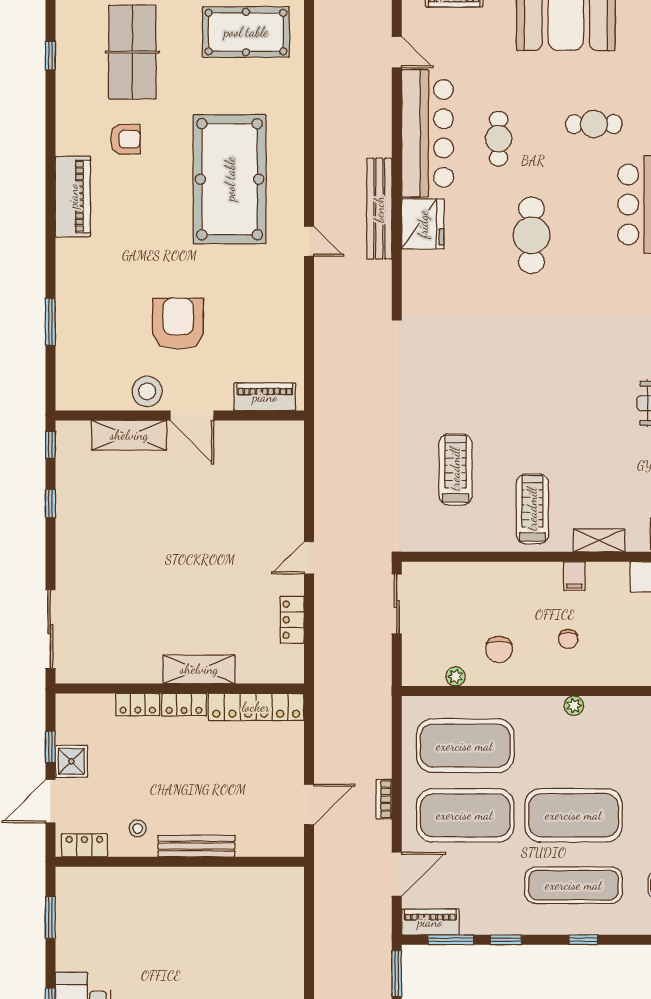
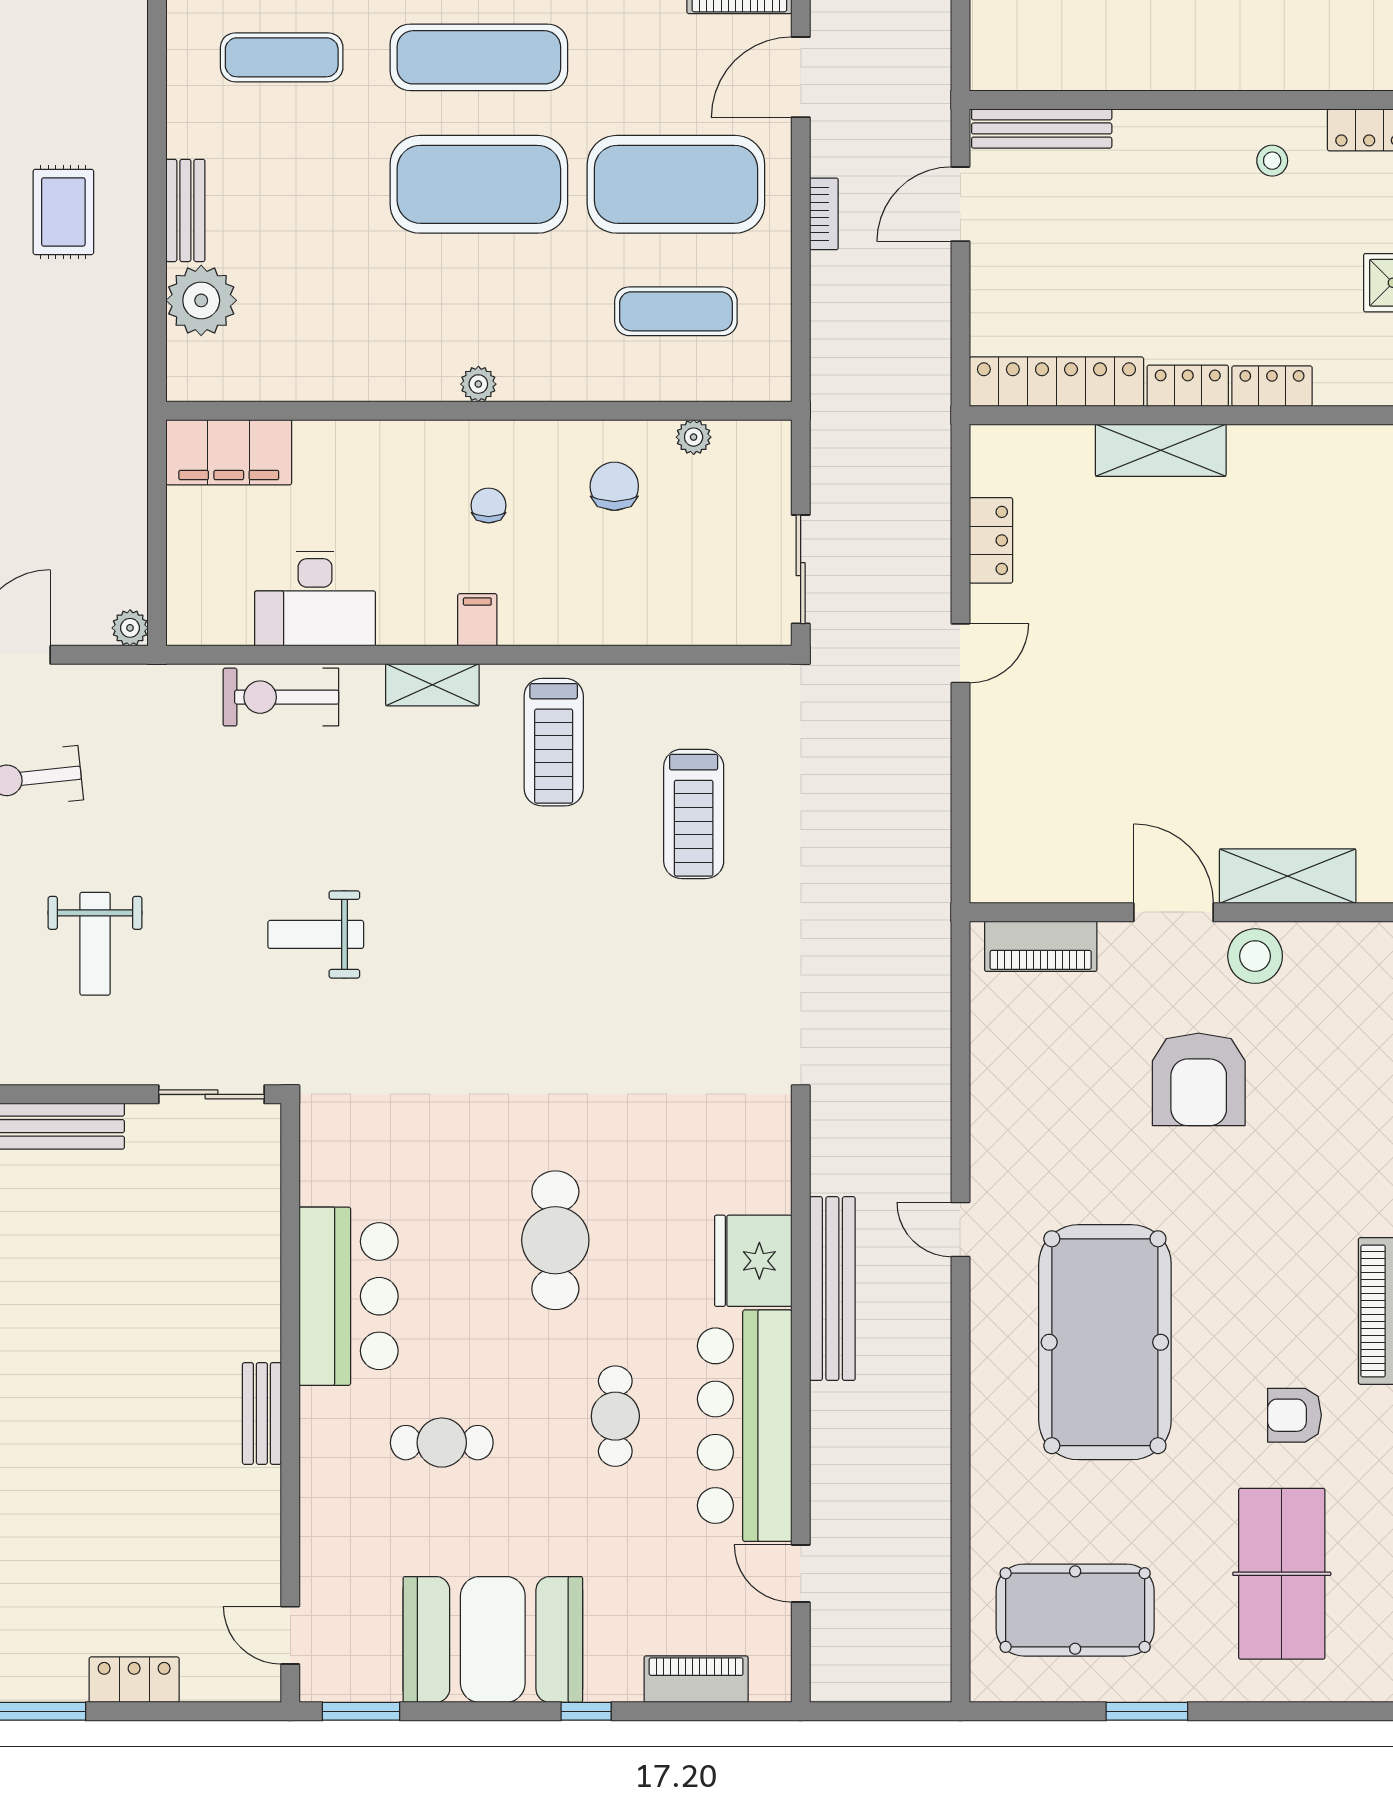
exercise mat: (465, 746) -> (676, 311), width x0.50, depth x0.69
bench: (196, 846) -> (1042, 128), moved

